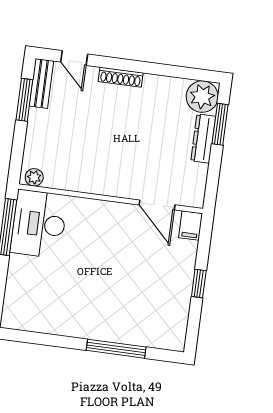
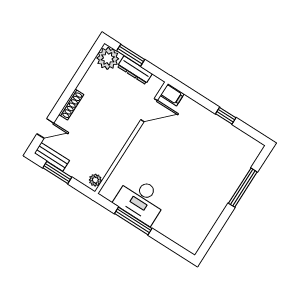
plant: (34, 177) -> (95, 180), moved
wall: (111, 199) -> (131, 138), moved
door: (157, 205) -> (149, 110), moved
filing cabinet: (191, 225) -> (172, 95), moved

